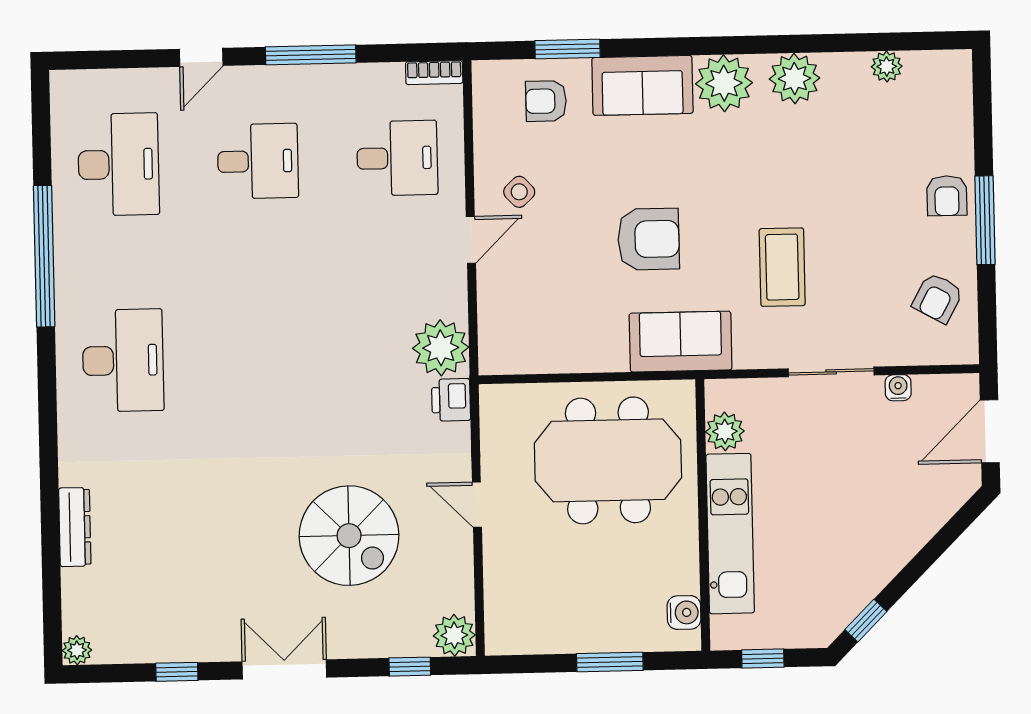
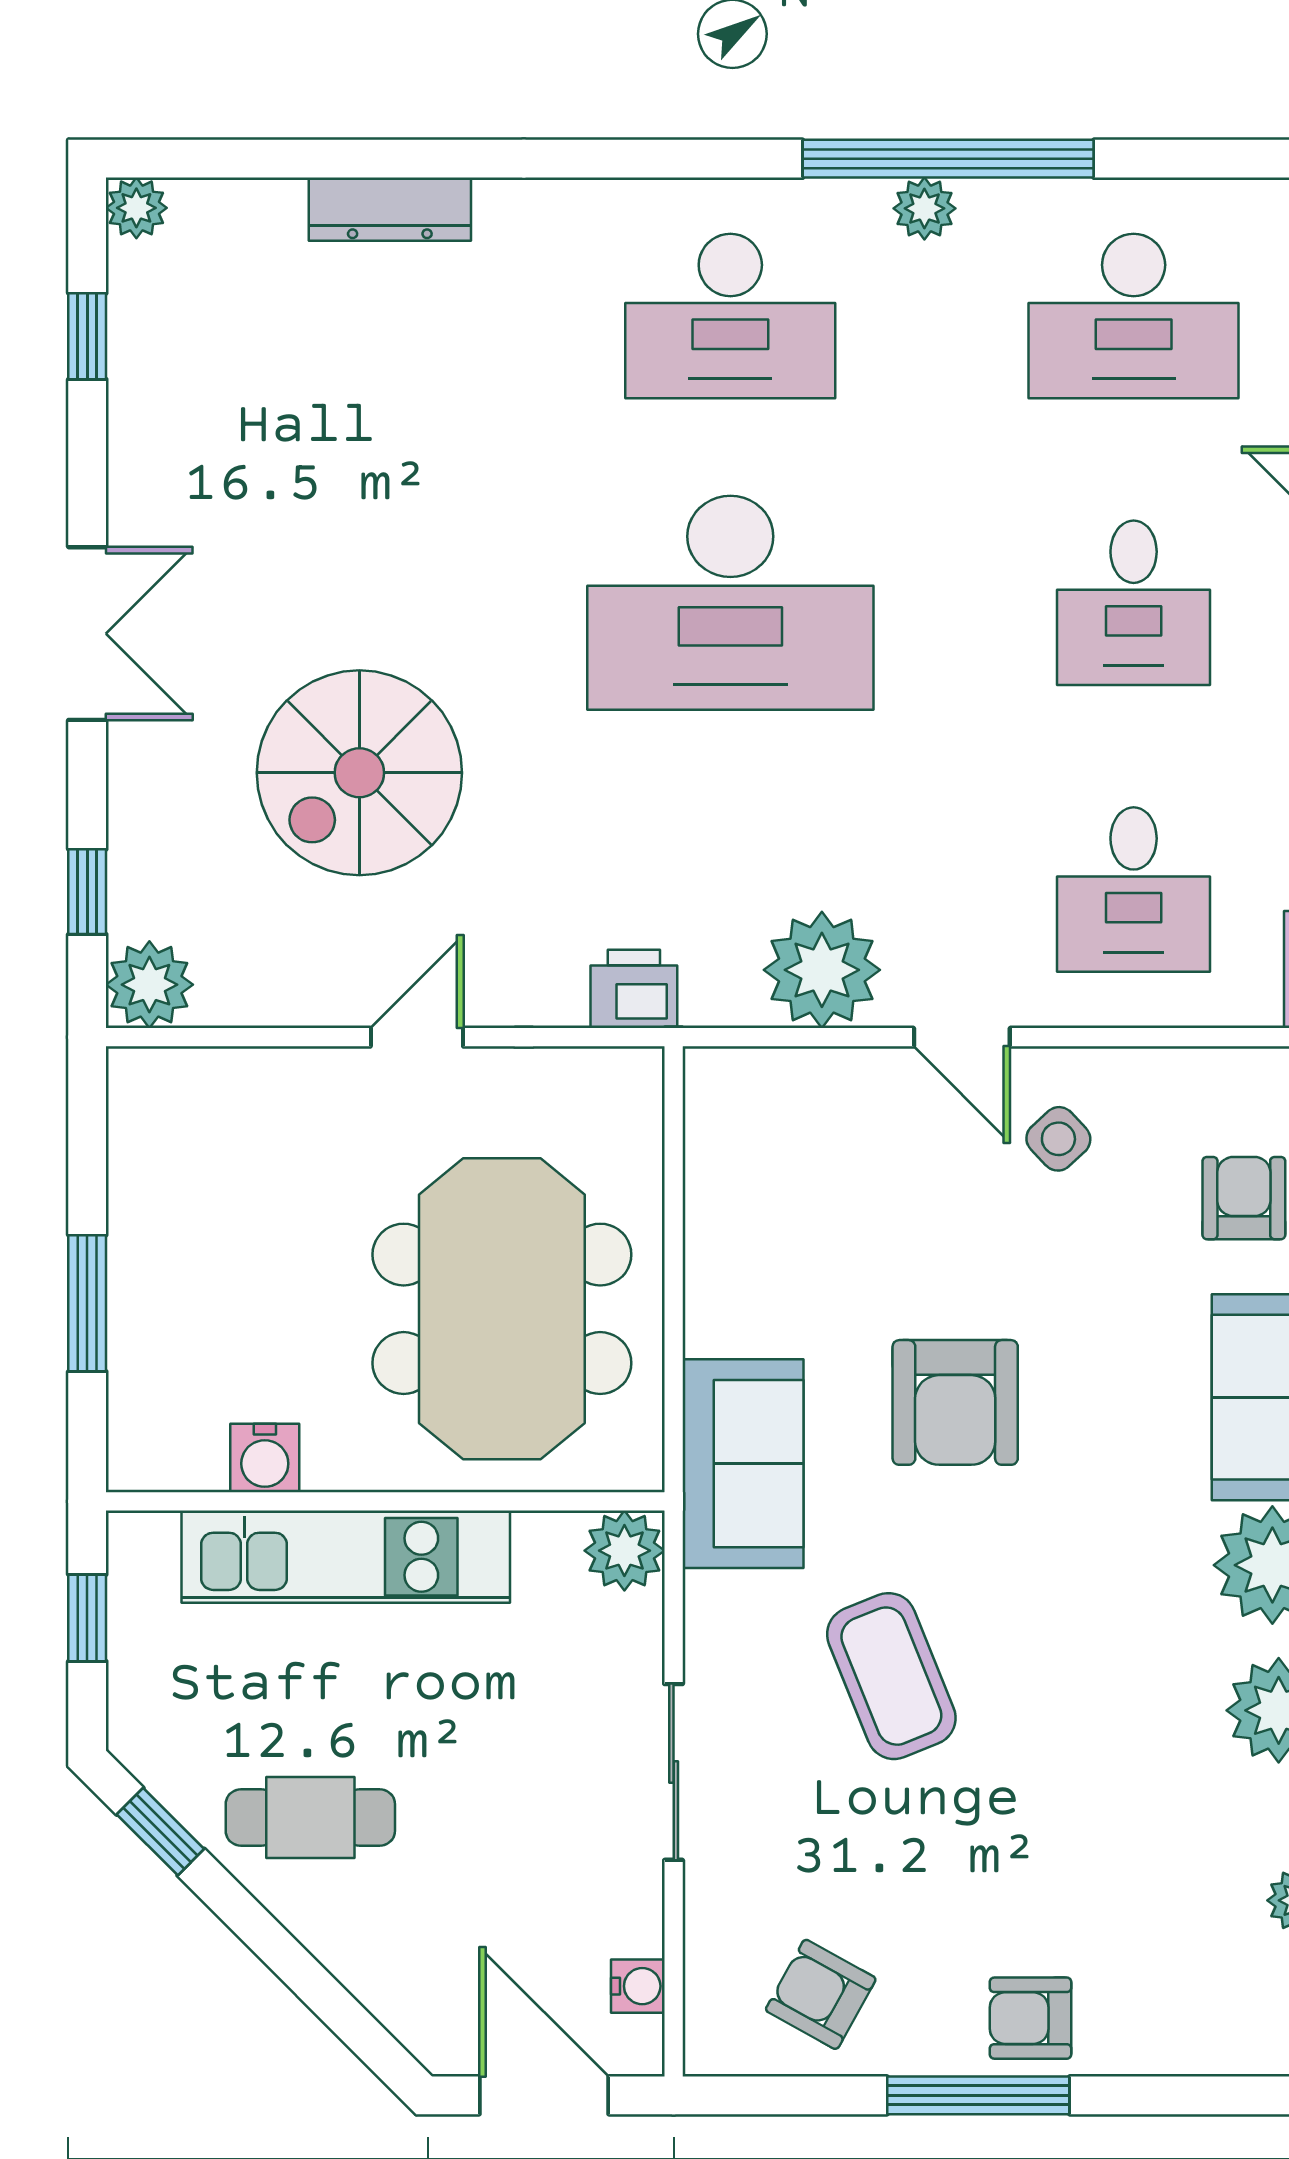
plant: (69, 267) -> (924, 208), added
coffee table: (782, 267) -> (891, 1676), turned 68
plant: (441, 348) -> (822, 970), moved
desk: (262, 357) -> (730, 603), added
water cooler: (898, 388) -> (638, 1986), moved
plant: (725, 431) -> (624, 1551), moved
cafe table: (857, 548) -> (310, 1818), added
water cooler: (684, 612) -> (265, 1458), moved
window: (177, 672) -> (87, 336), moved

